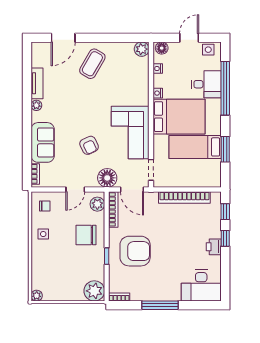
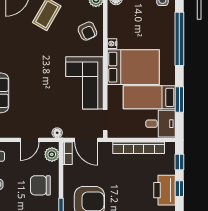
nightstand: (158, 69) -> (112, 19), removed
desk: (206, 84) -> (161, 124), moved
armchair: (89, 145) -> (87, 31), moved
floor lamp: (107, 178) -> (57, 133), width x0.53, depth x0.53
bookcase: (113, 209) -> (68, 153), width x0.64
printer: (214, 247) -> (165, 190), width x1.87, depth x1.48

